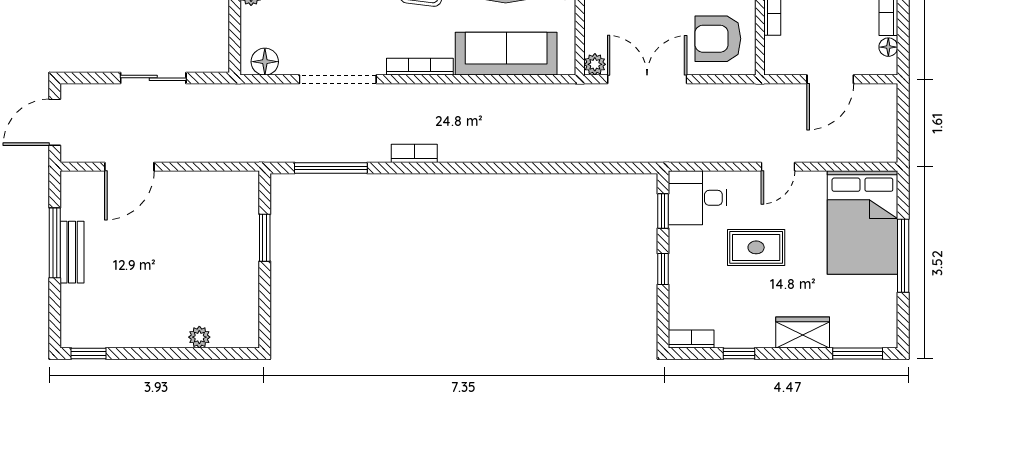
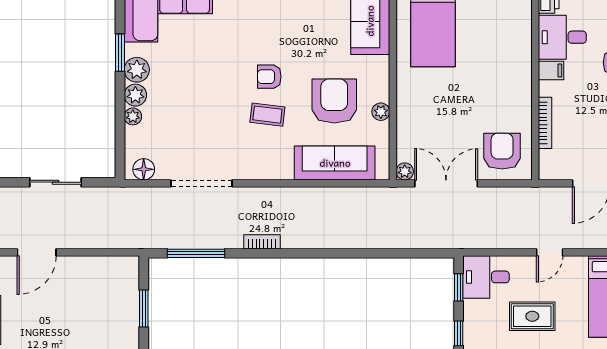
armchair: (718, 39) -> (502, 151), turned 90
bookcase: (420, 67) -> (266, 173), removed

